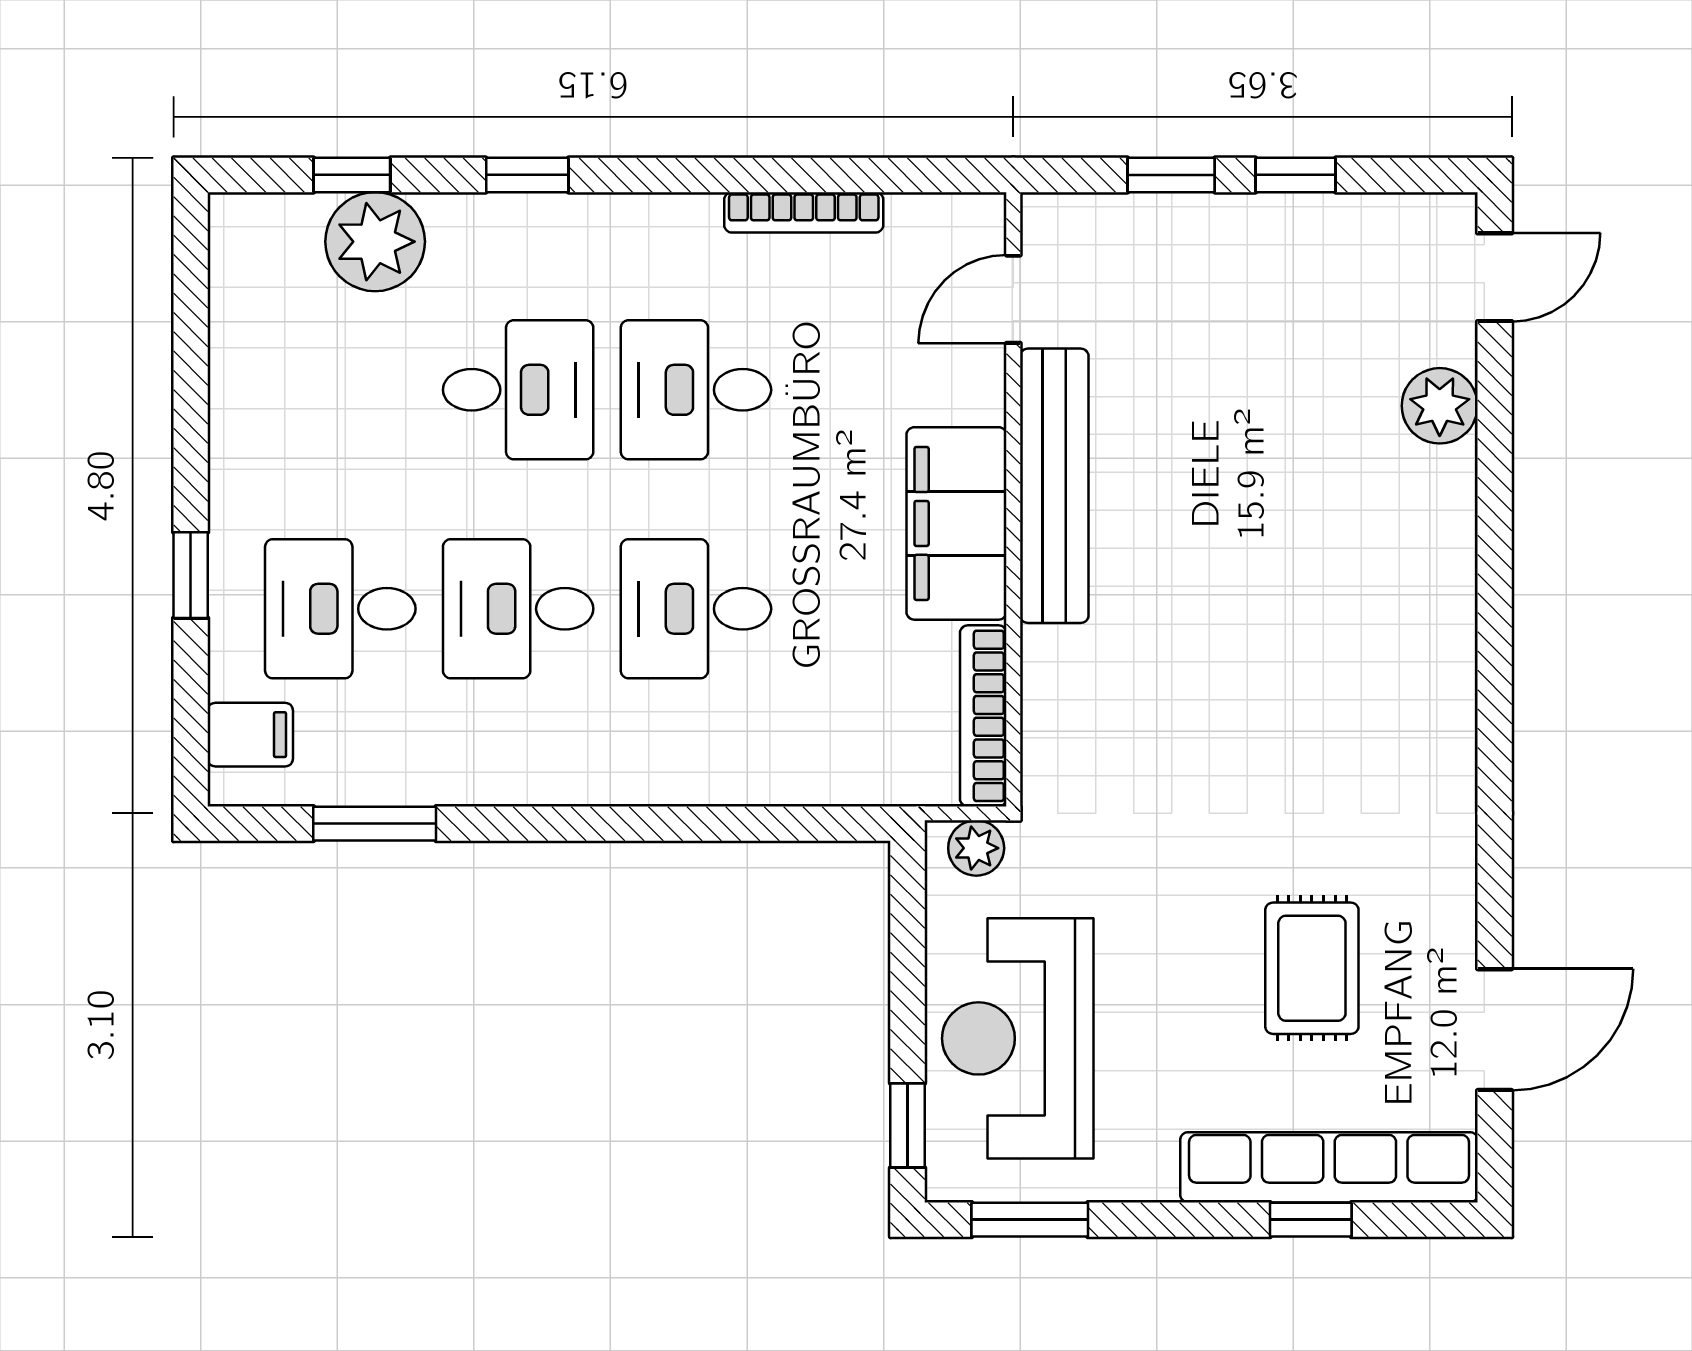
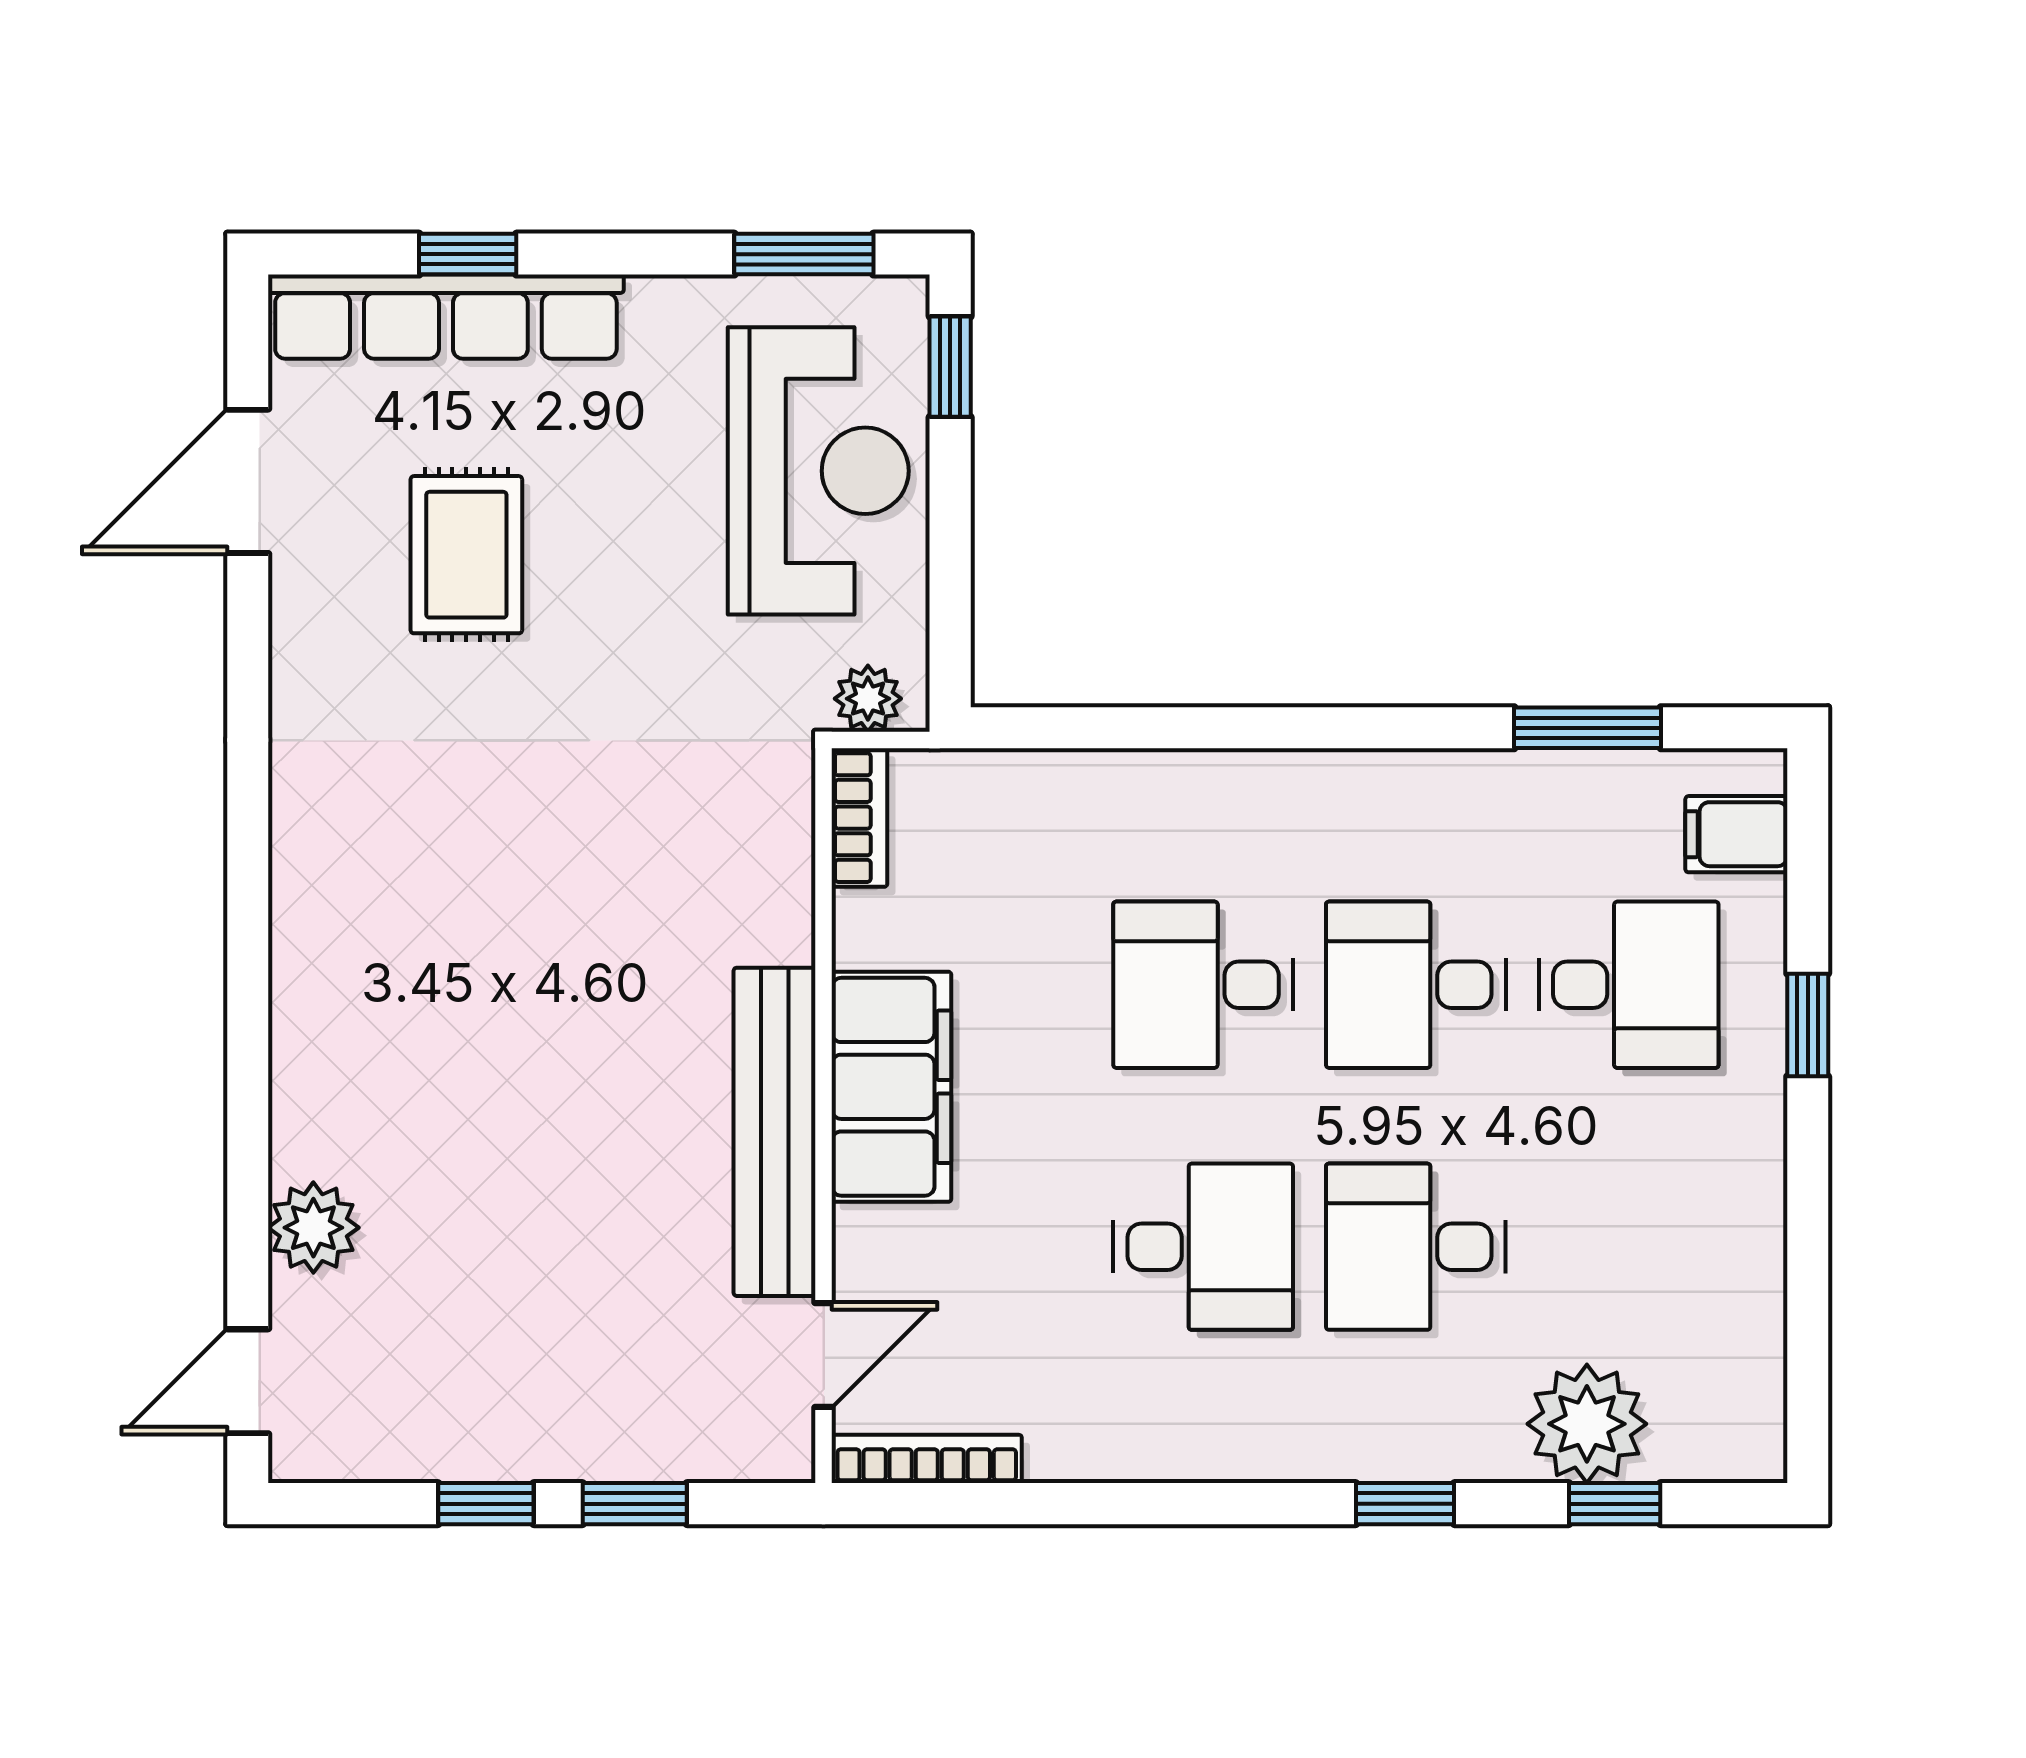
bookcase: (804, 212) -> (927, 1459), moved
desk: (518, 609) -> (1416, 985), turned 180
desk: (696, 609) -> (1203, 985), turned 180
bookcase: (983, 716) -> (859, 818), width x0.64

